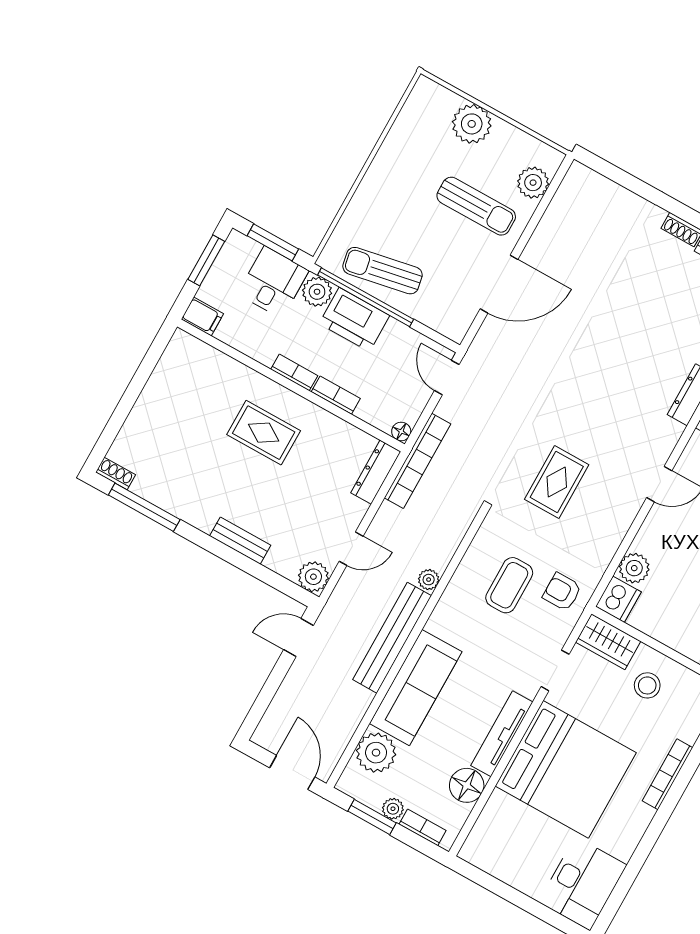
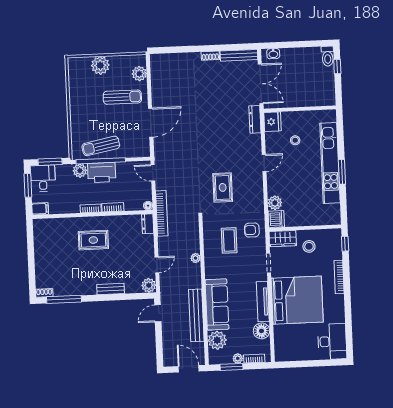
desk: (273, 282) -> (43, 178), moved
dresser: (376, 472) -> (148, 224), width x0.70
bench: (392, 638) -> (196, 315), moved

